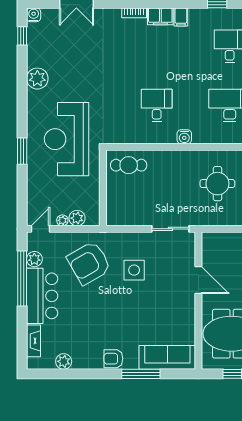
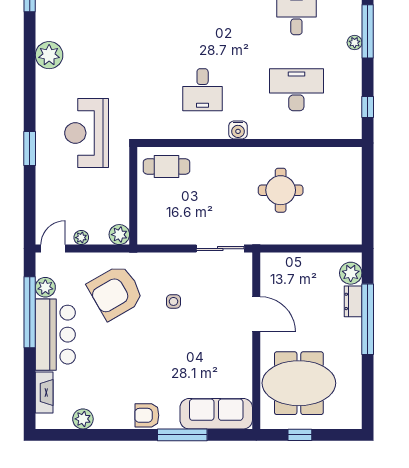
desk: (157, 105) -> (203, 90), turned 180
reception desk: (67, 139) -> (87, 133), width x0.74, depth x0.77
plant: (77, 218) -> (119, 235), moved
side table: (134, 270) -> (173, 301), width x0.54, depth x0.54

